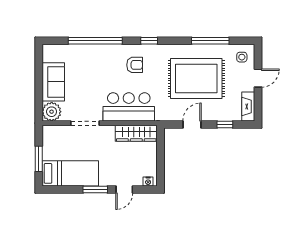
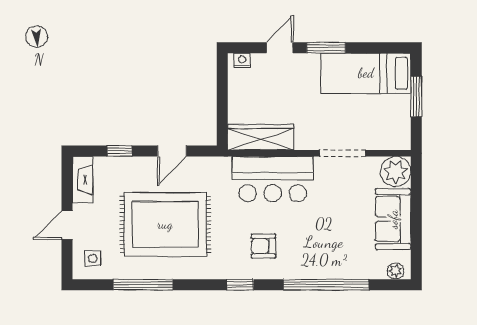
plant: (52, 49) -> (395, 271), added

